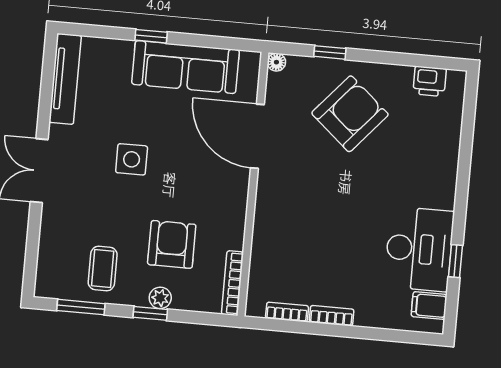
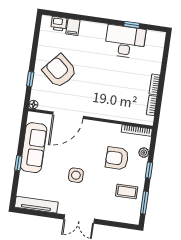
printer: (430, 81) -> (59, 24), moved, turned 90
plant: (160, 298) -> (144, 153), moved
filing cabinet: (429, 306) -> (73, 27), moved

